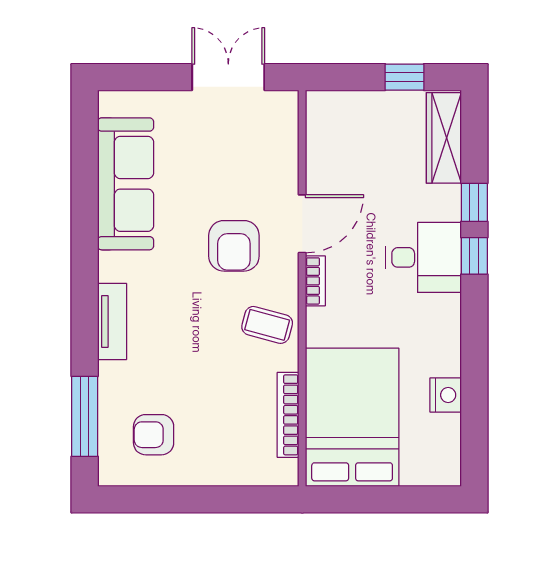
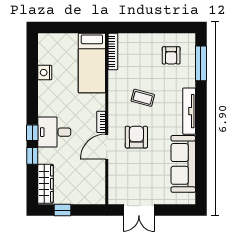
tv unit: (112, 322) -> (189, 111), width x1.41
coffee table: (267, 325) -> (143, 98), moved
bookcase: (288, 415) -> (113, 51), moved
bed: (352, 417) -> (92, 63), width x0.67
armchair: (154, 435) -> (171, 55), turned 90

